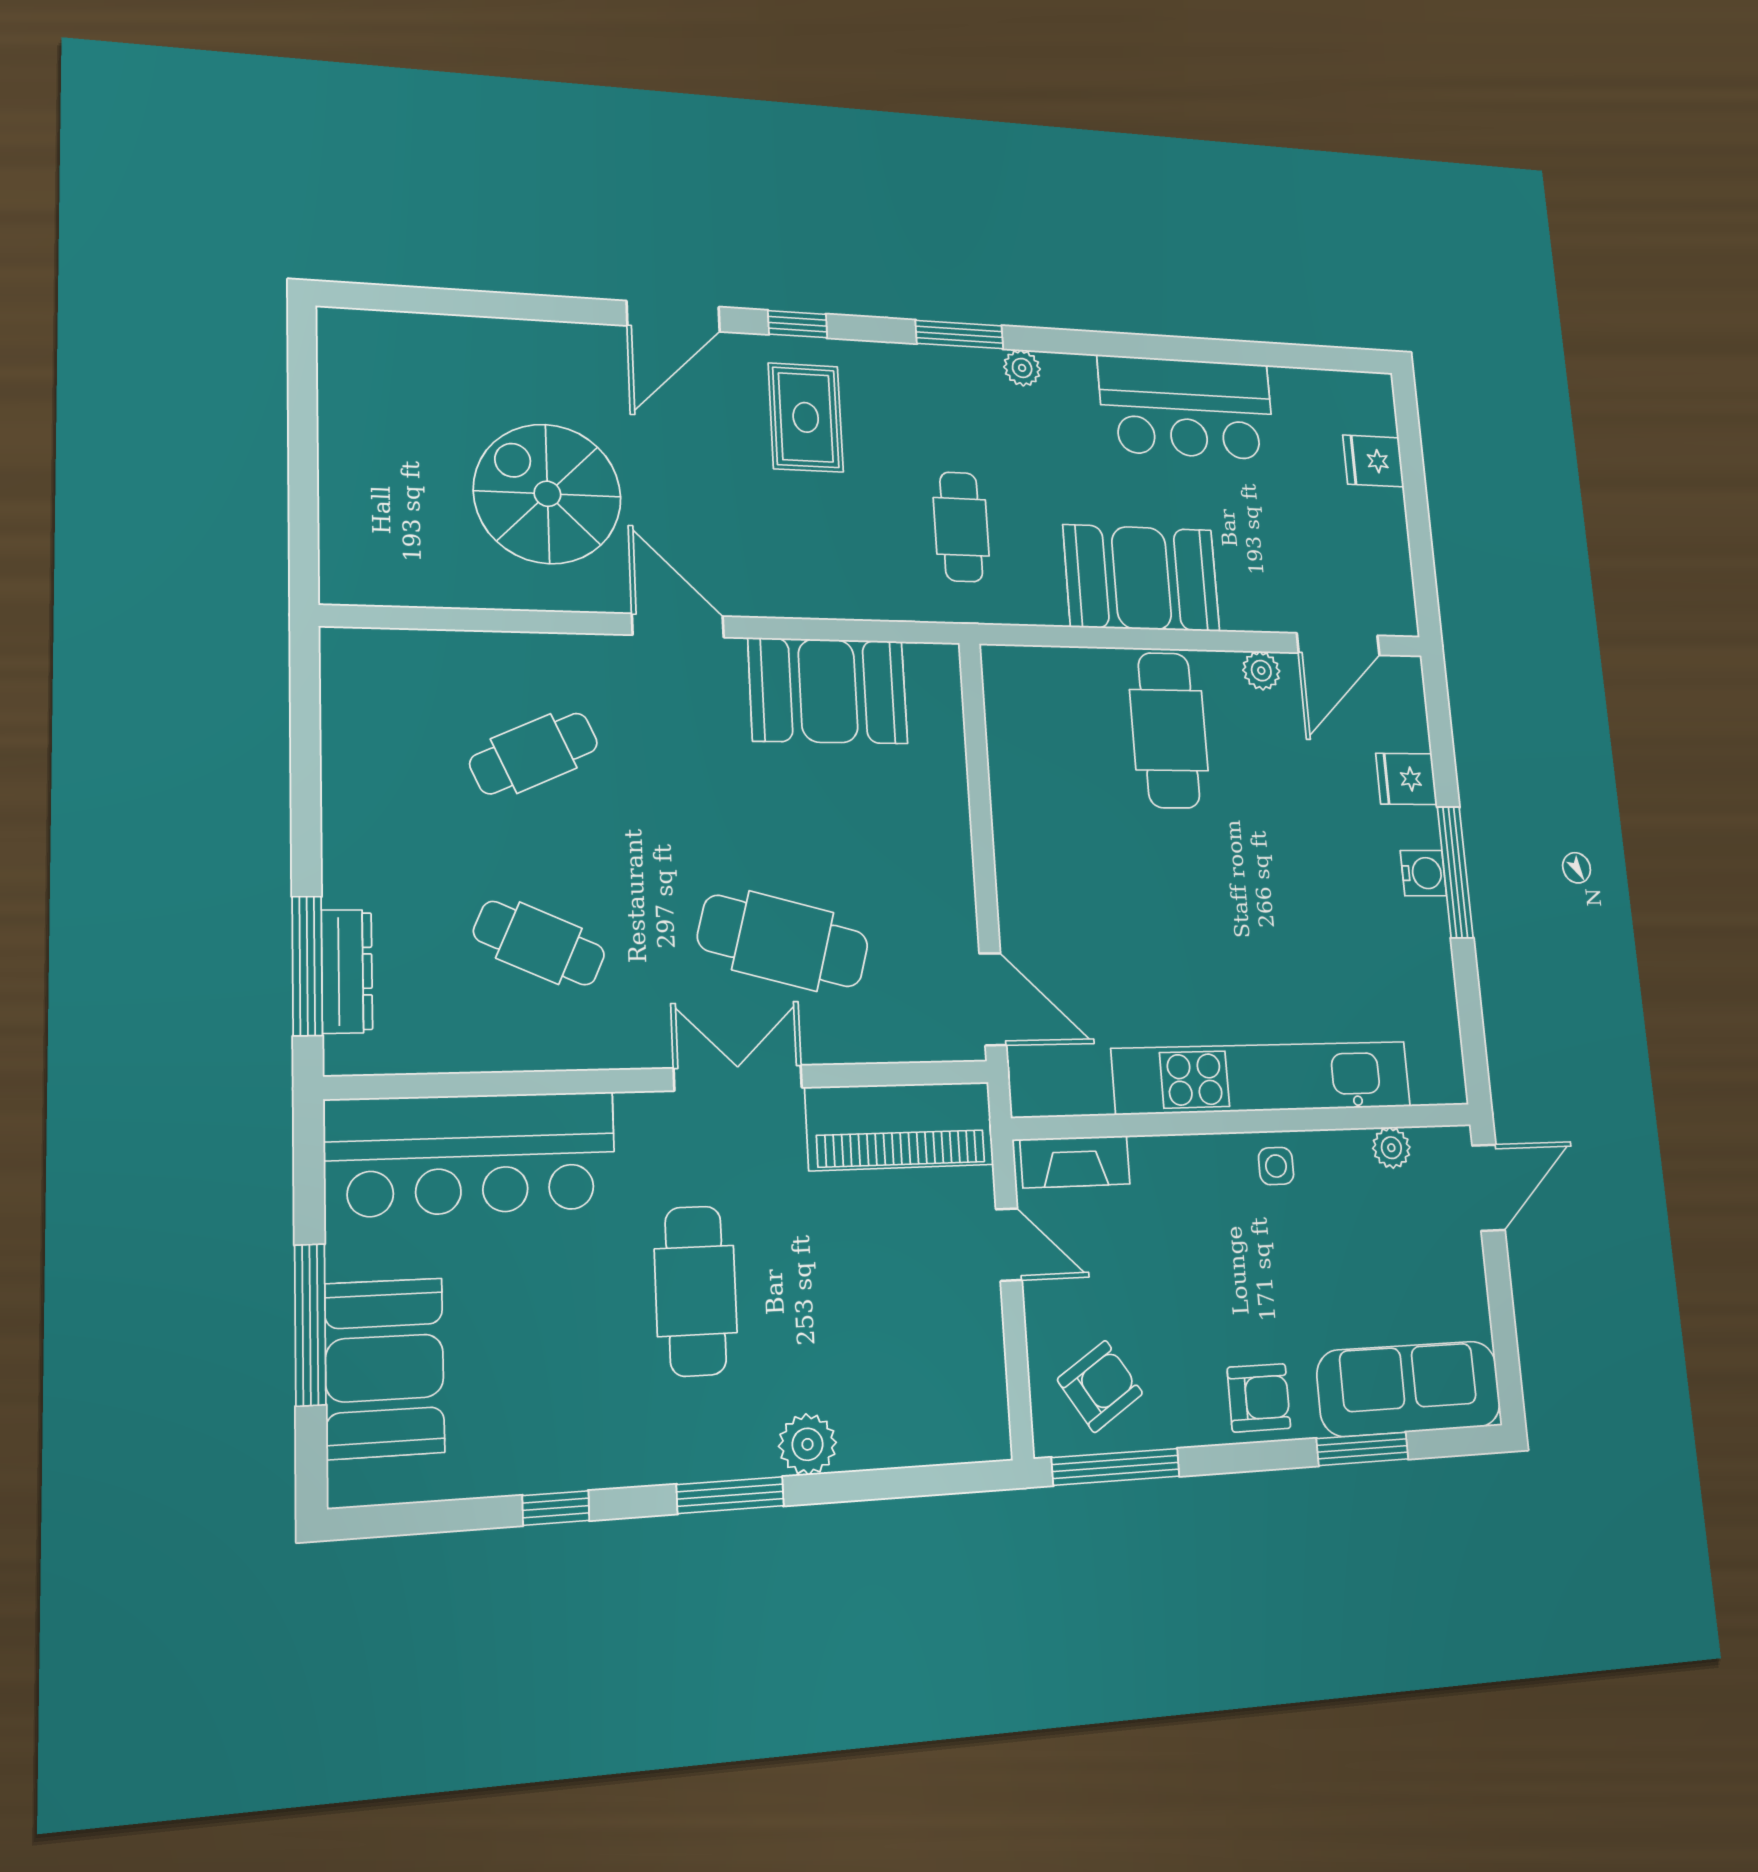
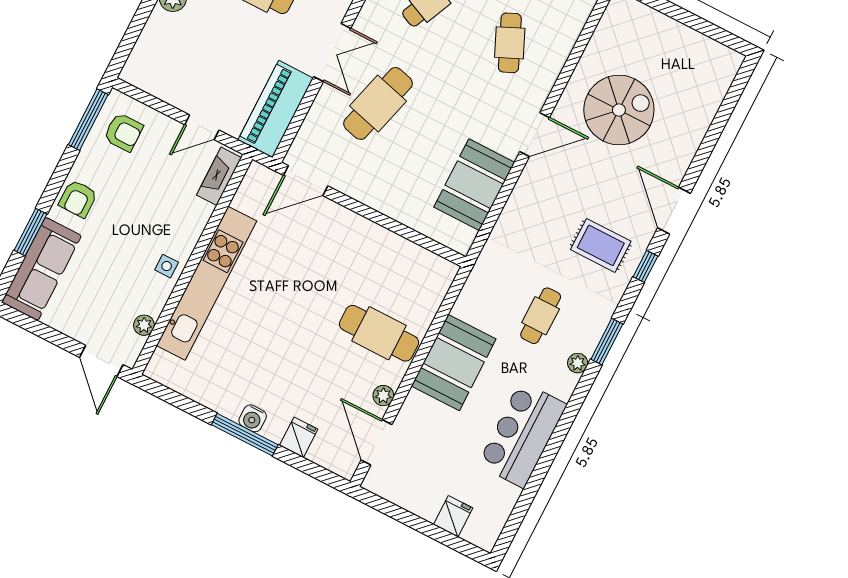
cafe table: (961, 527) -> (541, 316), moved, turned 90
armchair: (1100, 1386) -> (123, 132), turned -57

